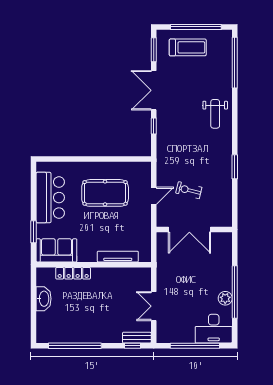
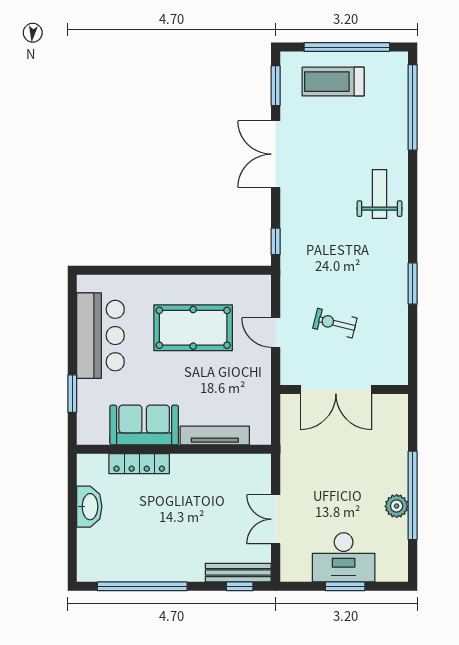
treadmill: (188, 47) -> (333, 82), turned 180
weight bench: (215, 114) -> (379, 194), turned 180
window: (154, 126) -> (276, 241), moved
door: (154, 196) -> (276, 333), swing flipped
sofa: (56, 250) -> (144, 425), moved
desk: (214, 329) -> (344, 557), moved
bench: (137, 338) -> (238, 573), width x1.36
window: (195, 346) -> (345, 586), width x0.47

